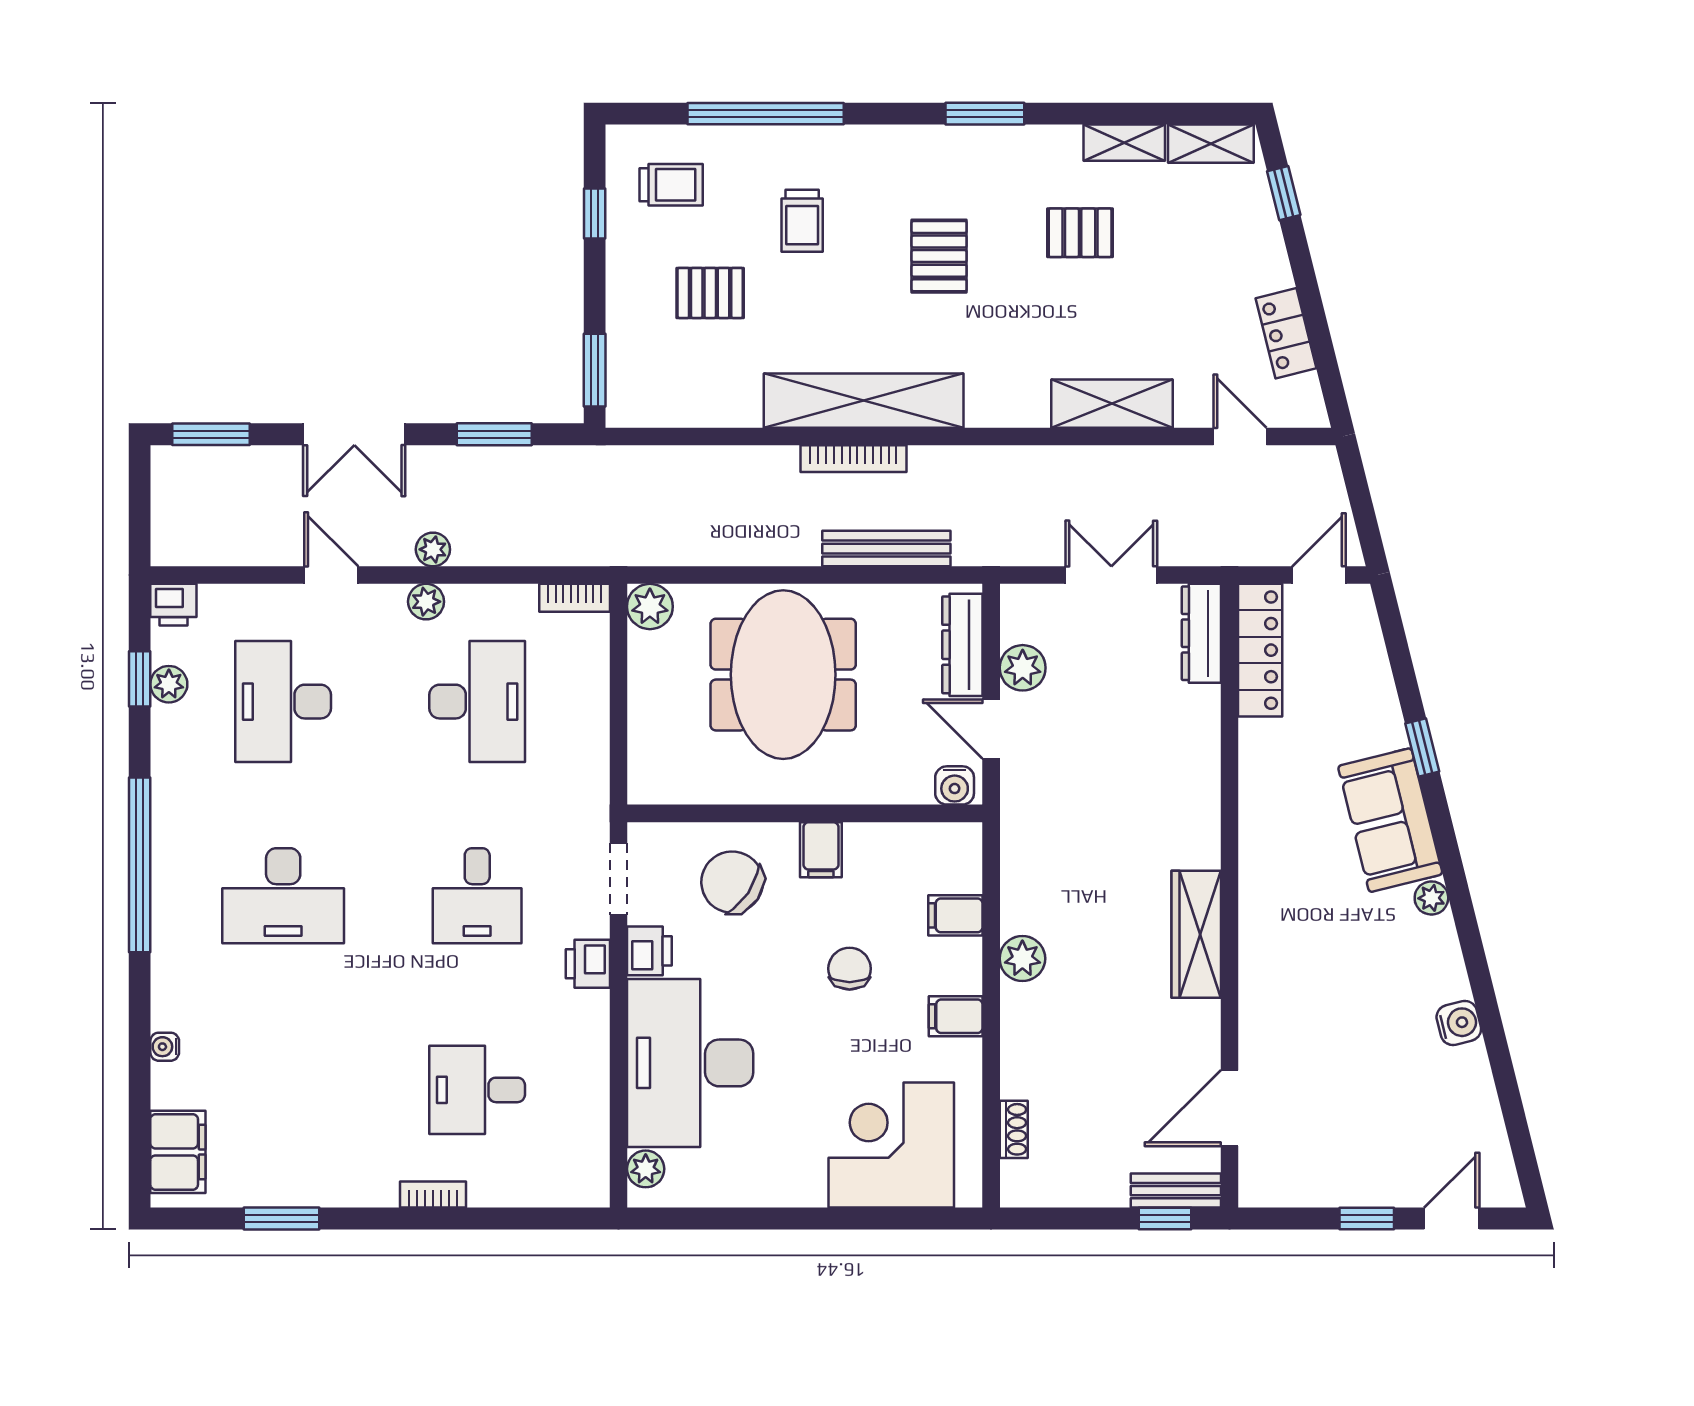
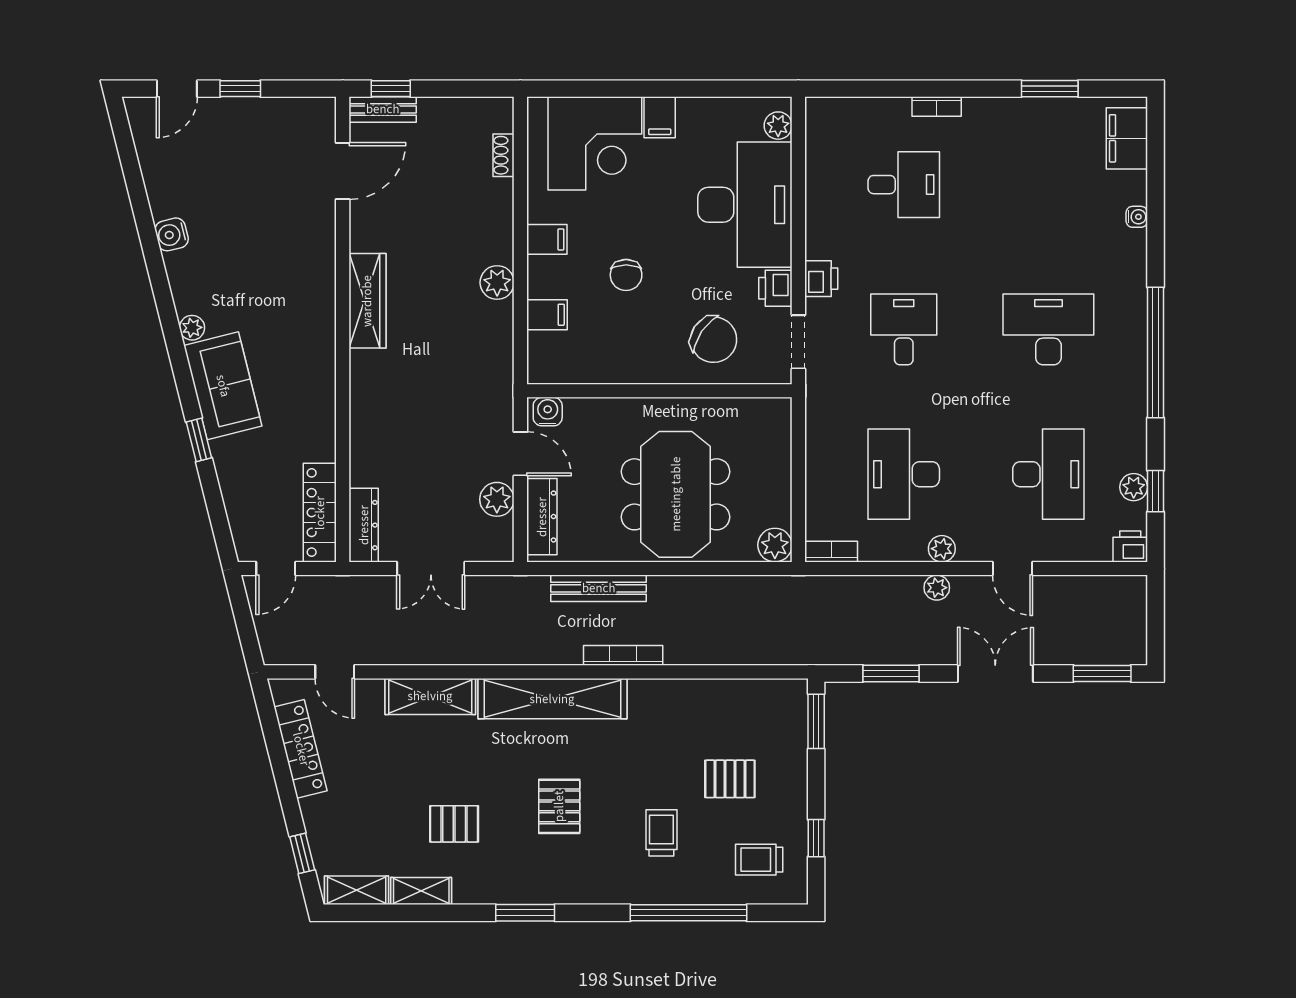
locker: (1286, 333) -> (301, 749), width x1.53
shelving: (864, 401) -> (552, 699), moved
filing cabinet: (821, 850) -> (660, 117), moved, turned 180

